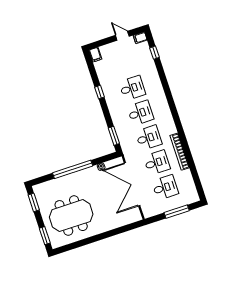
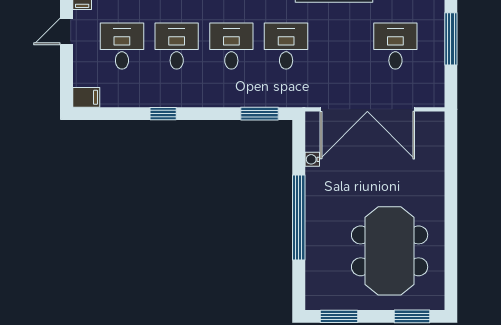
desk: (157, 163) -> (122, 46), moved

